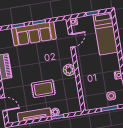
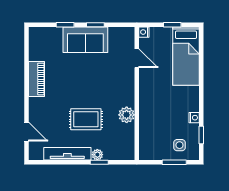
sofa: (34, 34) -> (85, 40), width x0.73
door: (72, 41) -> (137, 58), hinge flipped
plant: (69, 70) -> (127, 115), moved

